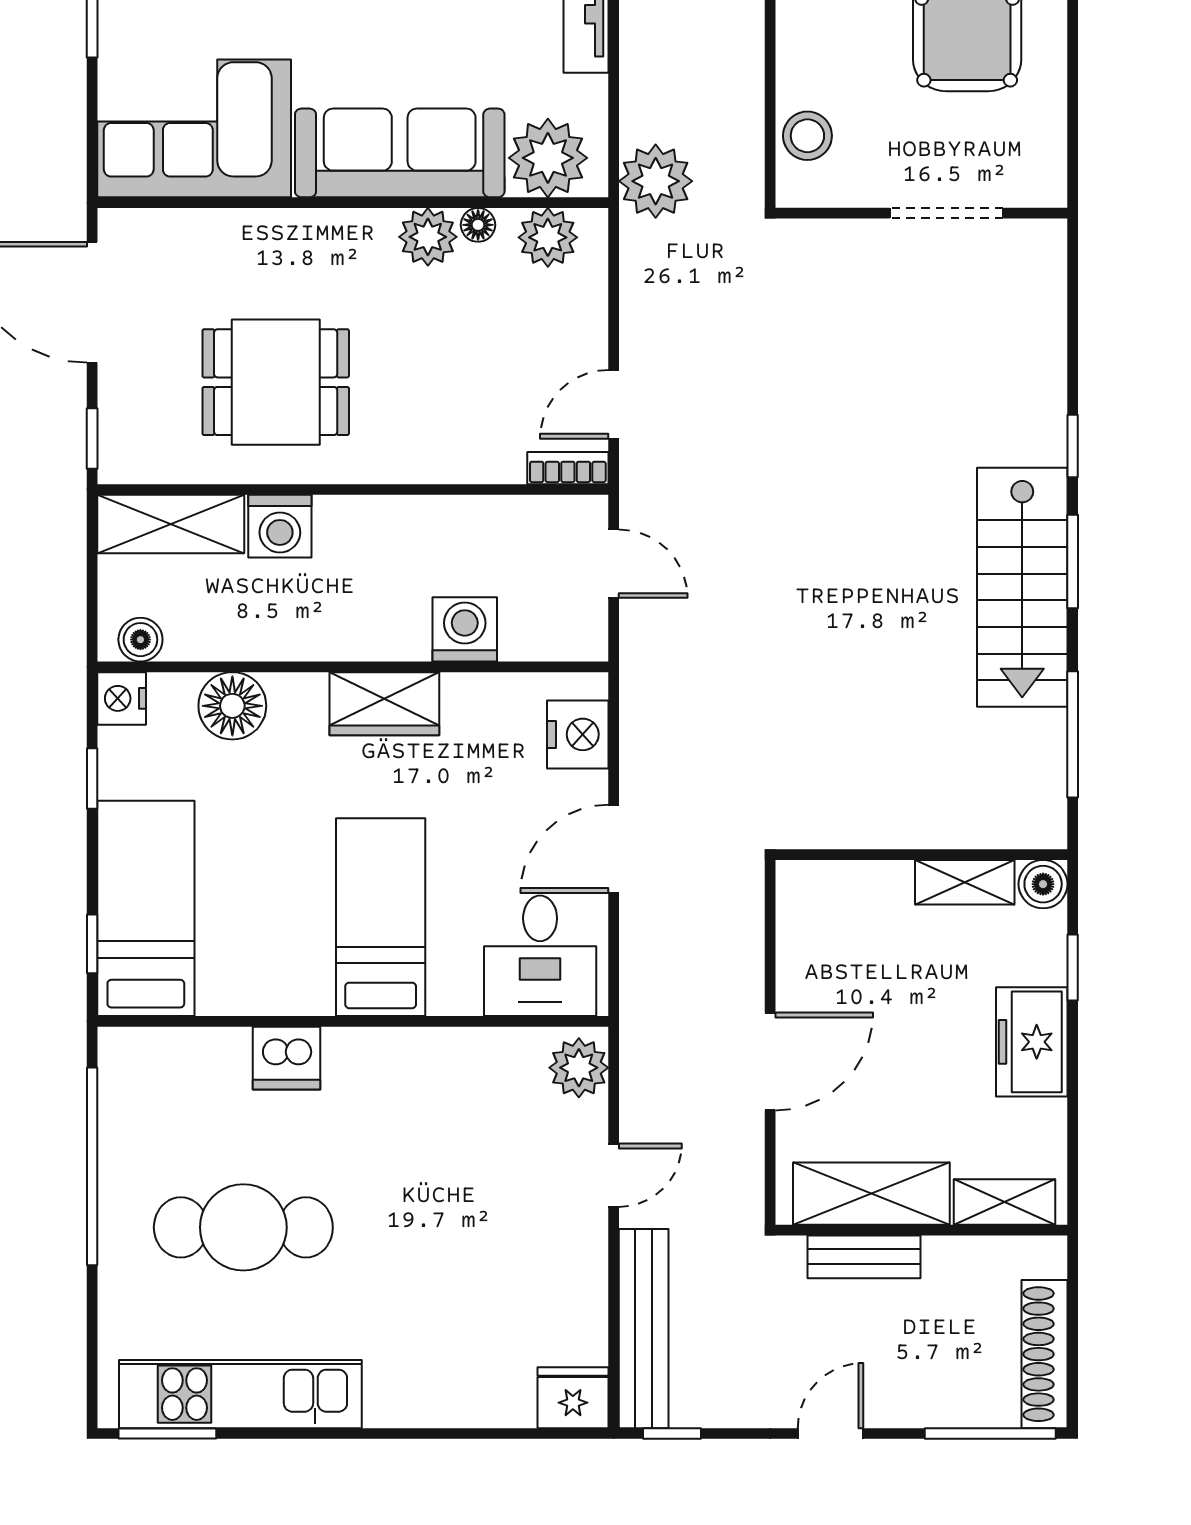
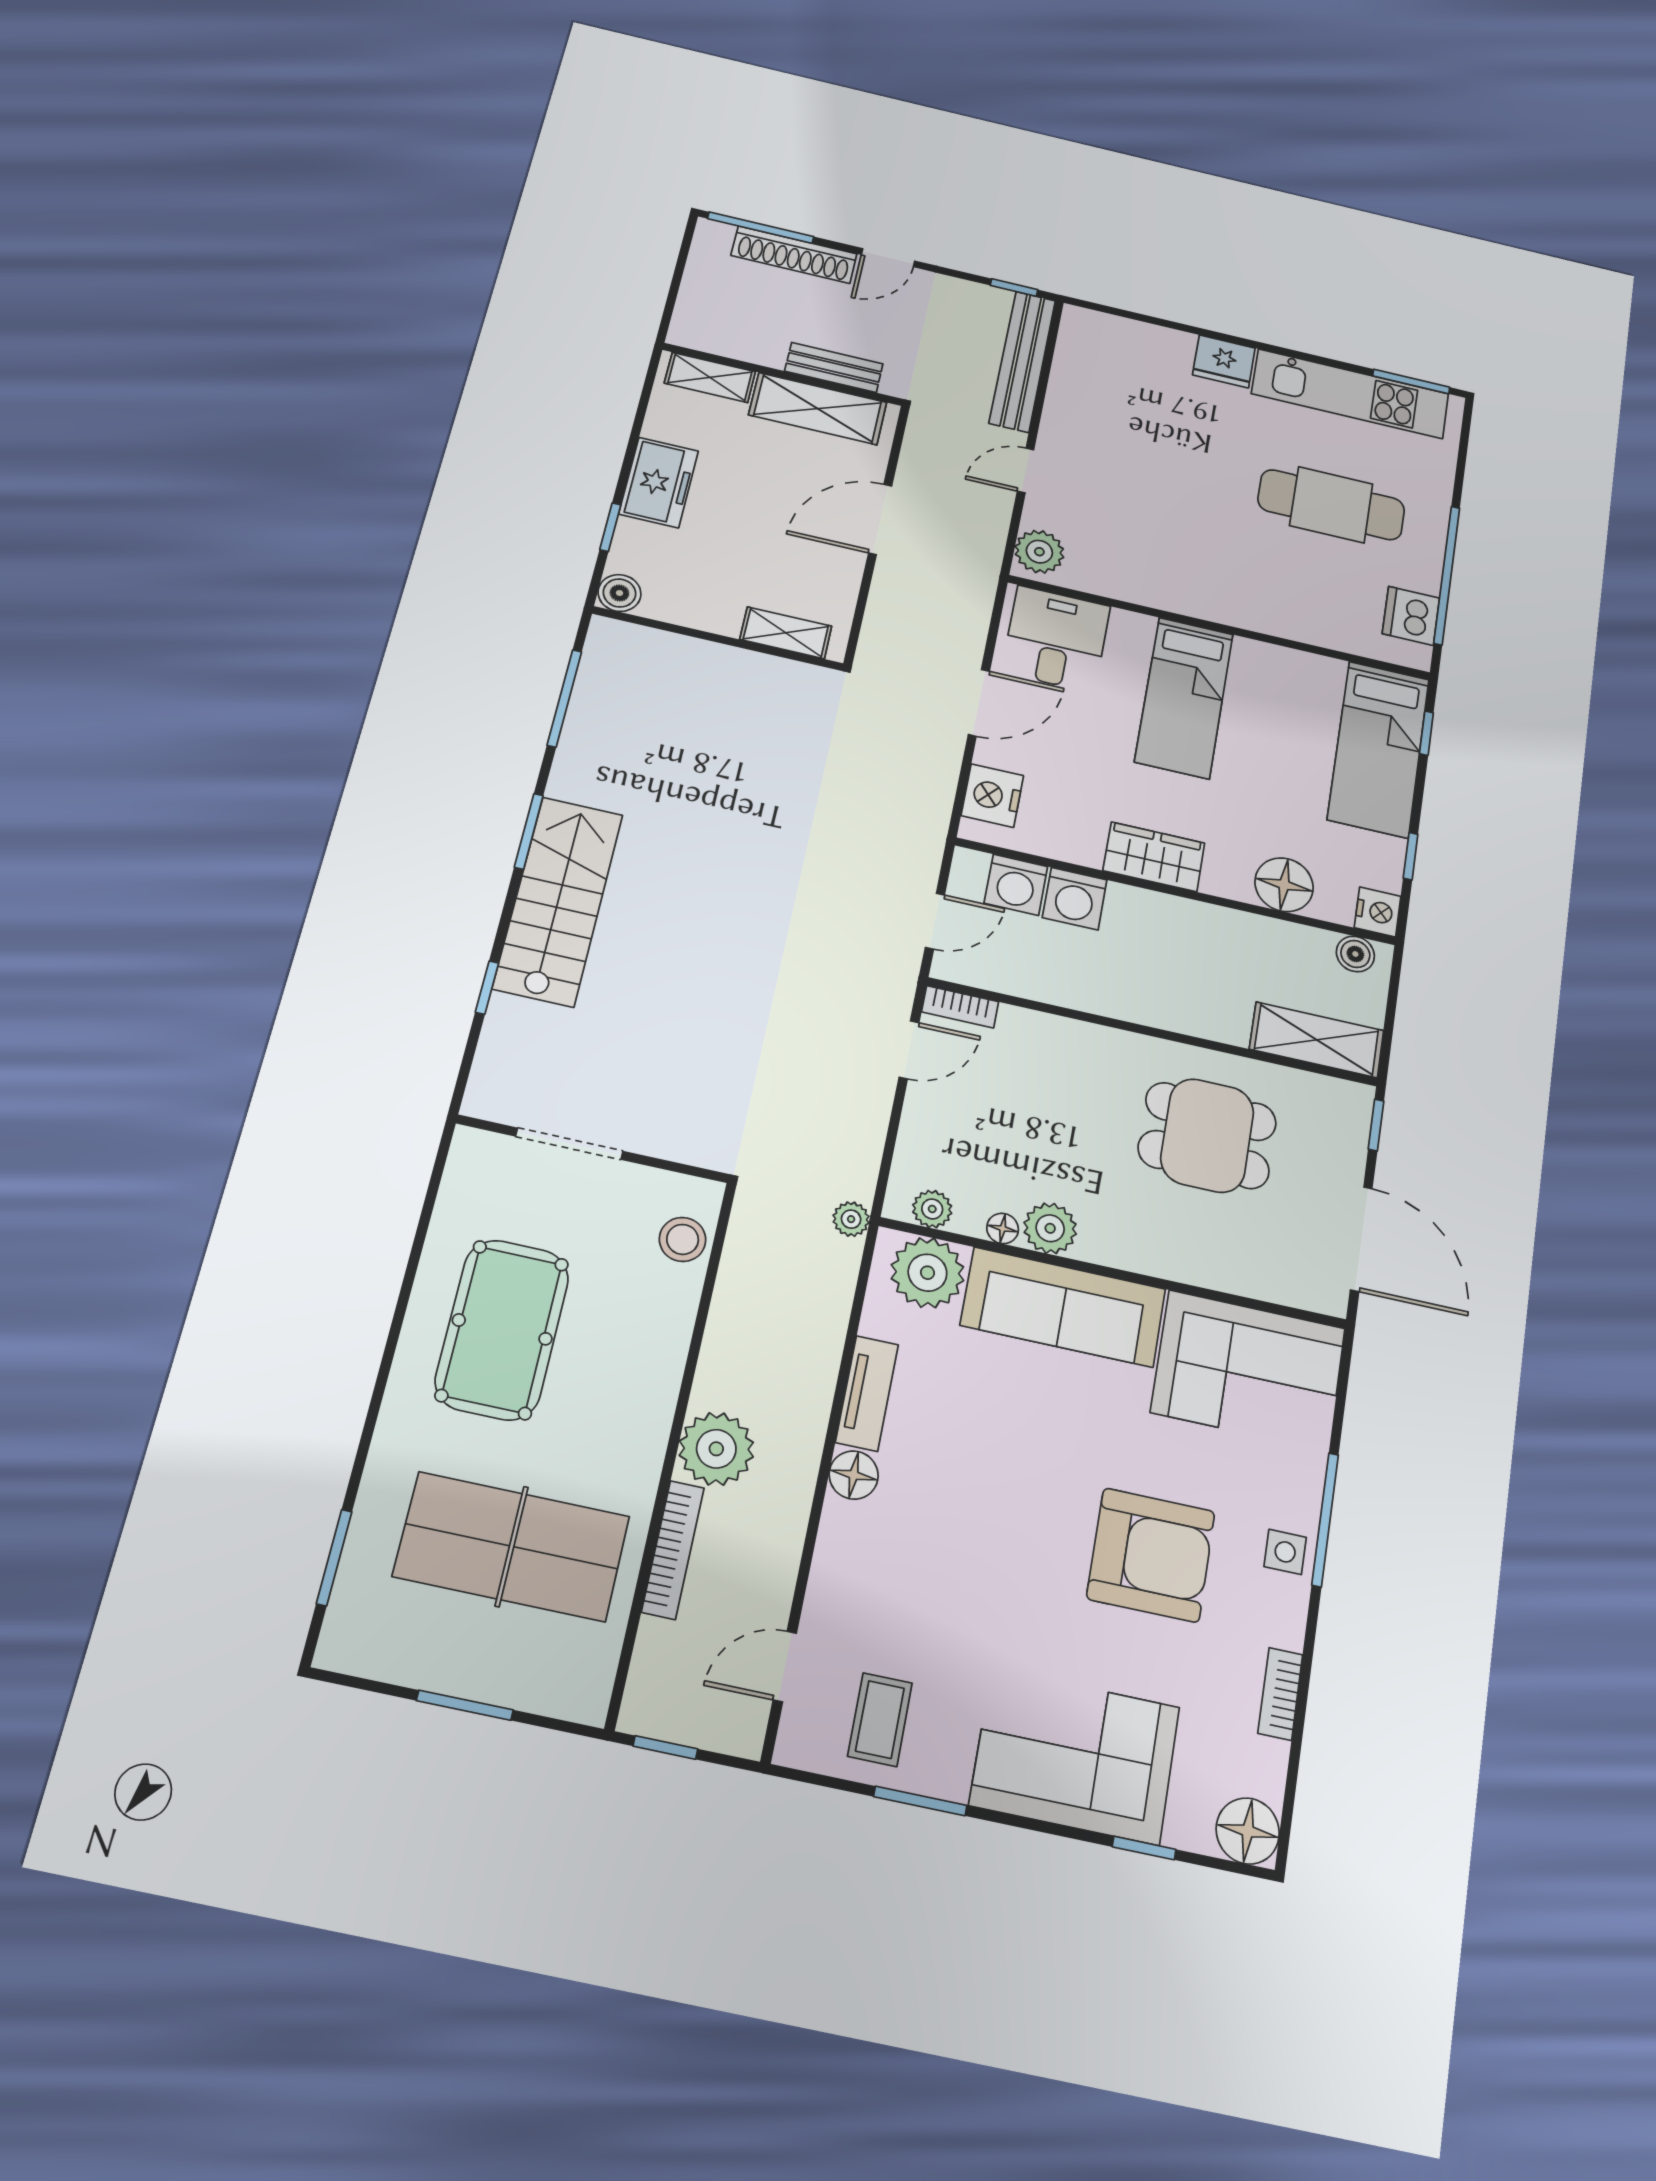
plant: (656, 181) -> (851, 1219), width x0.53, depth x0.53
plant: (548, 237) -> (932, 1209), width x0.73, depth x0.73
window: (1073, 446) -> (487, 988), moved
washing machine: (280, 526) -> (1016, 885), moved, turned 180
door: (614, 564) -> (935, 921), swing flipped
stairs: (1022, 587) -> (558, 901), moved
shelving: (965, 882) -> (786, 633), moved
dishwasher: (286, 1058) -> (1411, 616), moved, turned -90
shoe rack: (1044, 1354) -> (794, 255), moved, turned 90
fridge: (573, 1398) -> (1224, 361), moved

